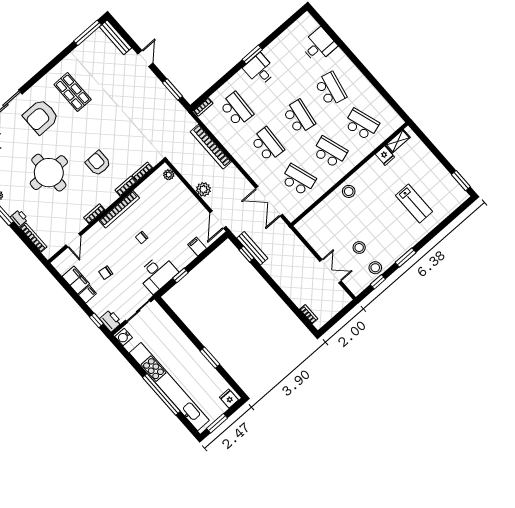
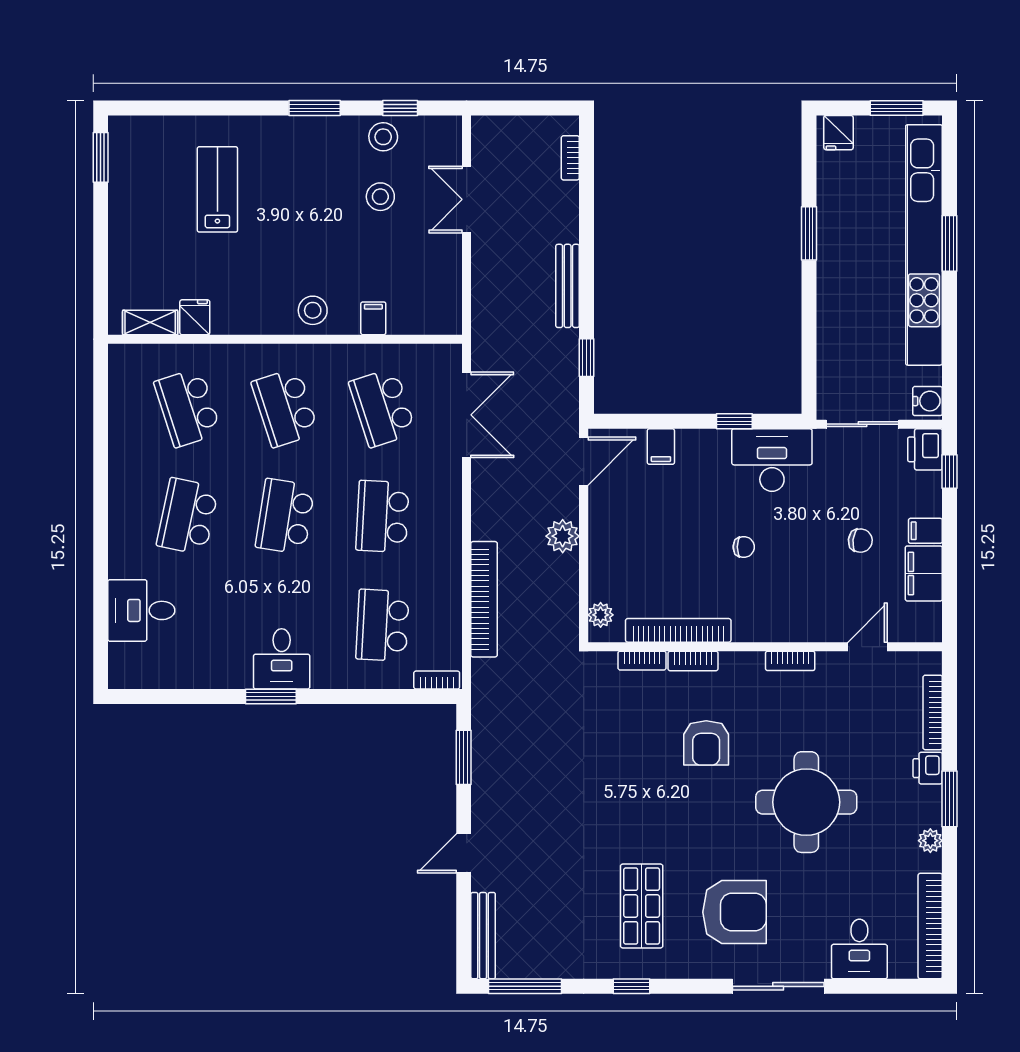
window: (53, 63) -> (631, 986), added
filing cabinet: (327, 206) -> (373, 318), added
bookcase: (119, 209) -> (678, 630), moved
bench: (252, 248) -> (568, 286), moved
window: (161, 394) -> (950, 243), width x0.47

